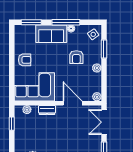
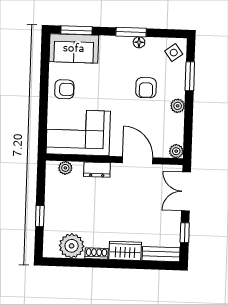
window: (66, 22) -> (131, 32), width x0.69
sofa: (51, 34) -> (74, 48), moved
window: (12, 124) -> (40, 216), moved

